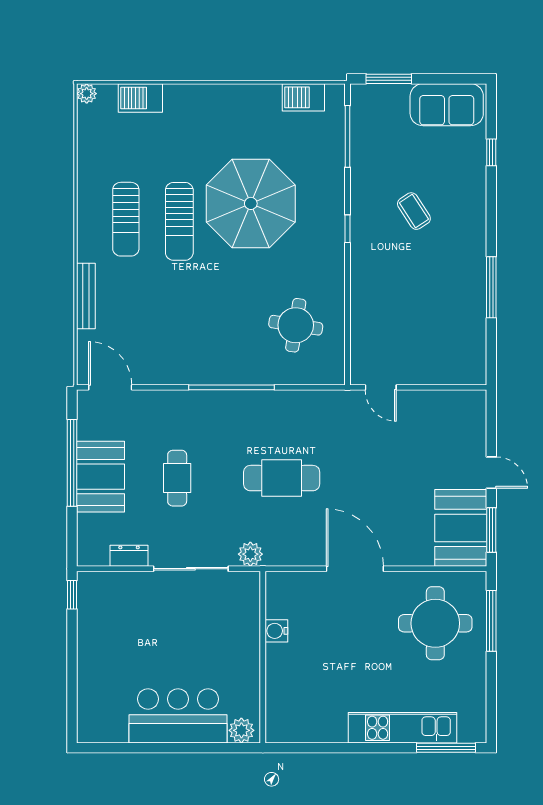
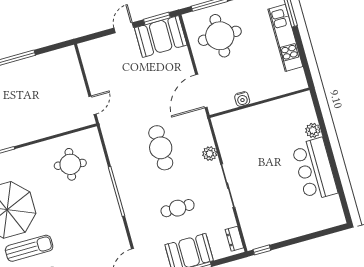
dresser: (129, 556) -> (234, 239), moved
water cooler: (276, 631) -> (242, 99), moved
wall: (263, 657) -> (259, 103), moved

